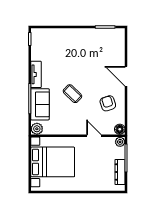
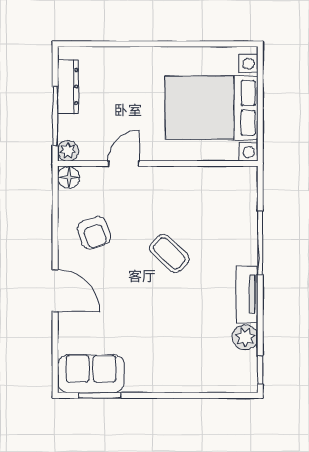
sofa: (40, 104) -> (91, 374), moved, turned 90
plant: (37, 129) -> (245, 337), moved
door: (94, 136) -> (124, 164), swing flipped

